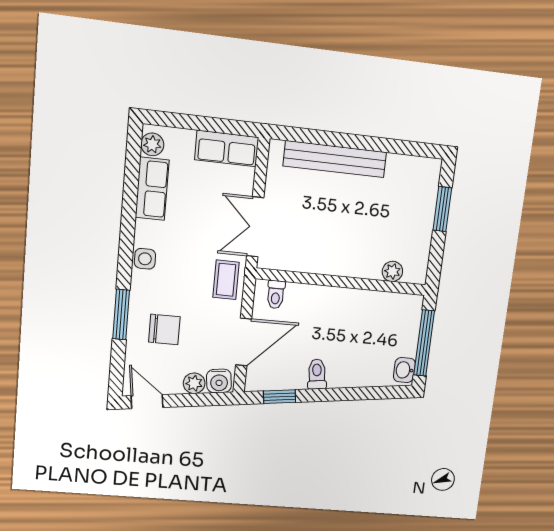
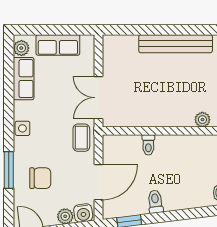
row of seats: (227, 148) -> (58, 45), moved
bench: (335, 159) -> (176, 44), moved
toilet: (276, 295) -> (148, 145), moved

